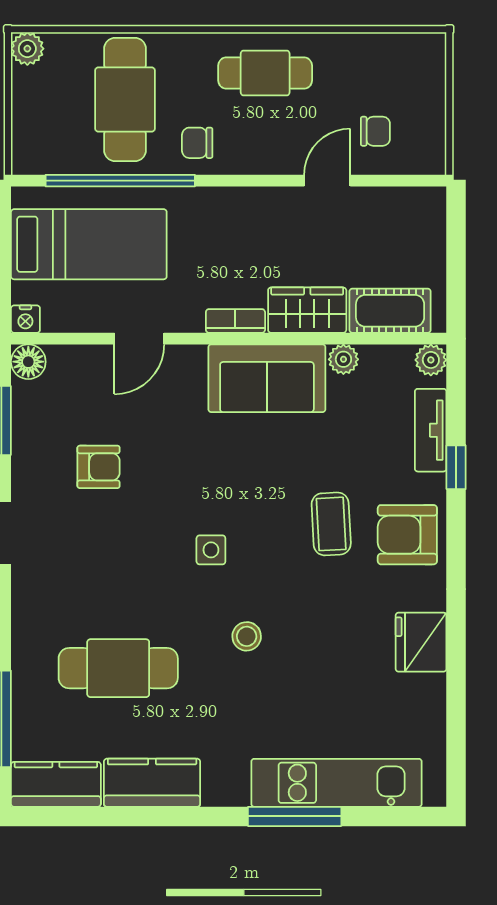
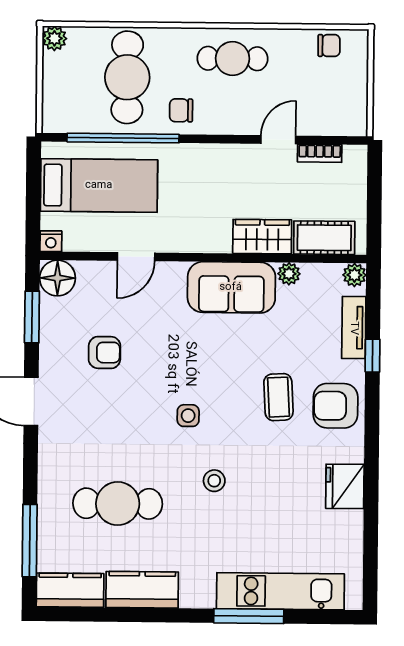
chair: (375, 131) -> (329, 46), moved
bookcase: (235, 321) -> (320, 153), moved, turned 180
floor lamp: (28, 362) -> (58, 278), width x1.38, depth x1.38

